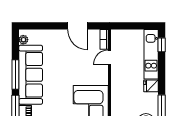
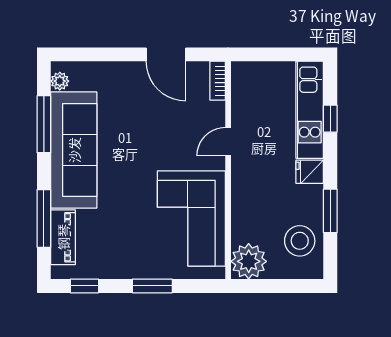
window: (162, 45) -> (330, 119), moved
door: (109, 57) -> (228, 142), moved
window: (15, 74) -> (44, 124), moved

